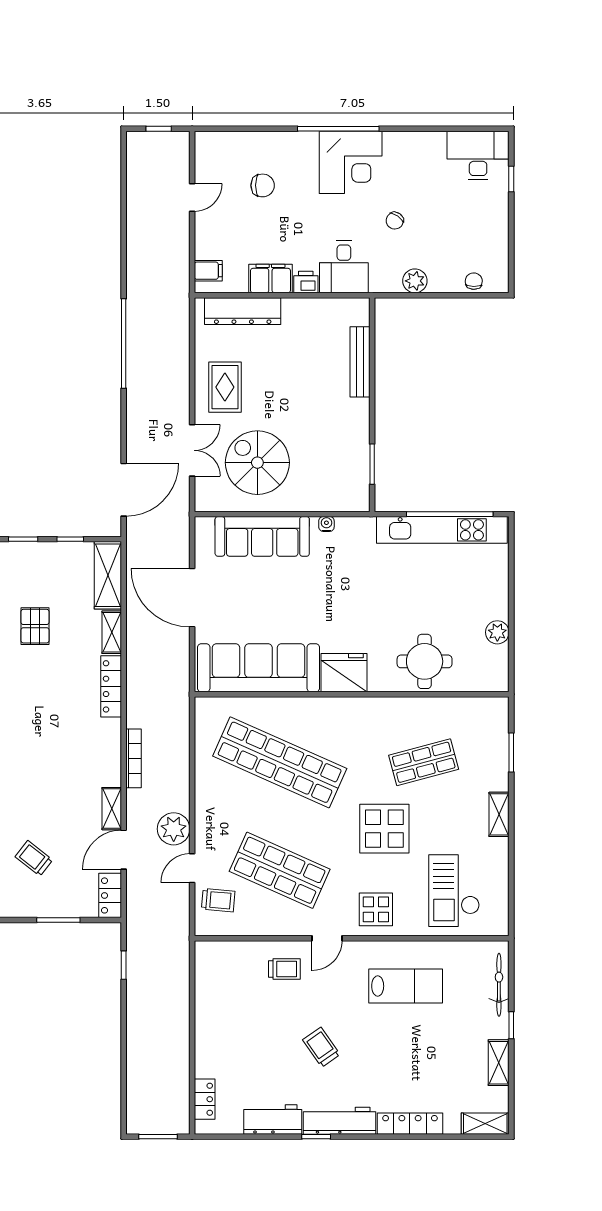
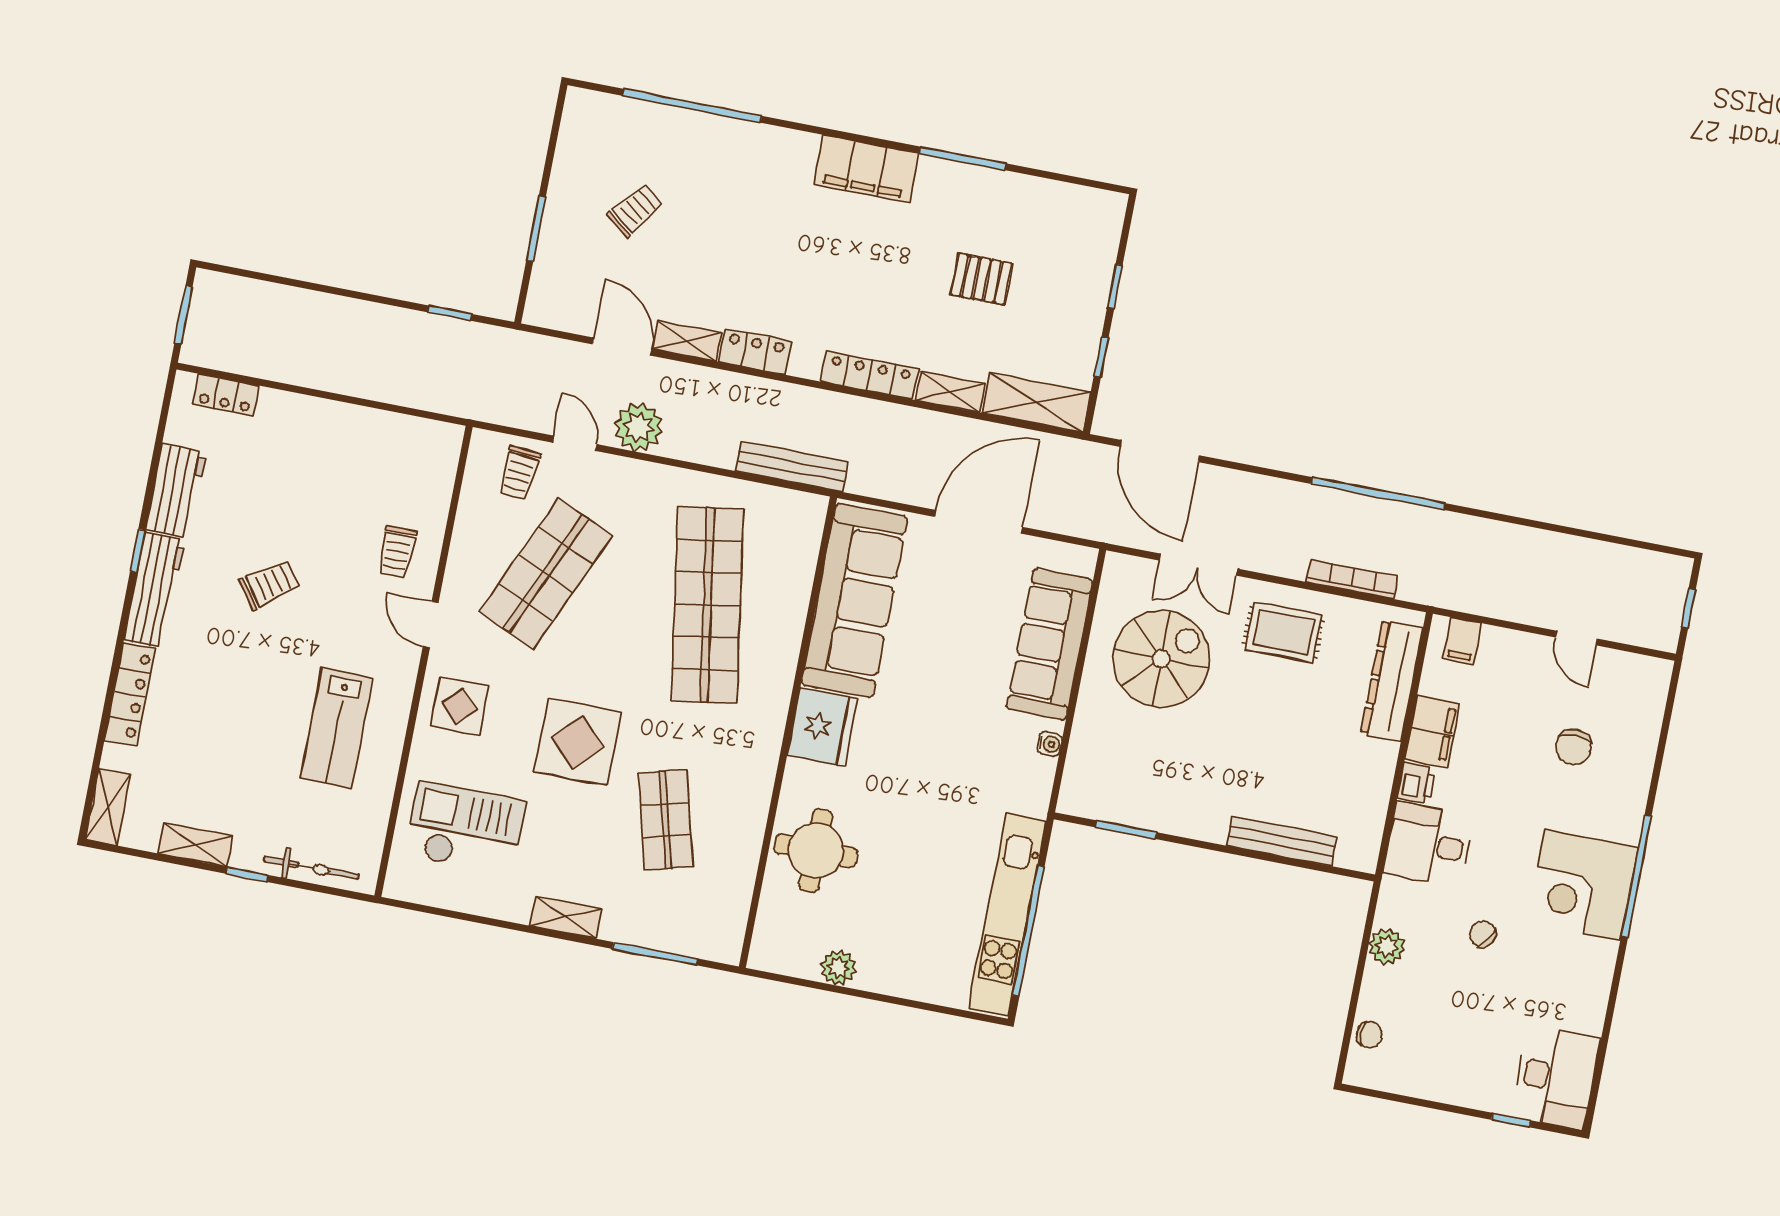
bench: (180, 725) -> (792, 467), added
window: (511, 752) -> (655, 954), width x1.44
bookcase: (133, 758) -> (1352, 579), moved, turned 180
shop shelf: (280, 762) -> (707, 605), turned -33
locker: (110, 895) -> (755, 351), moved

